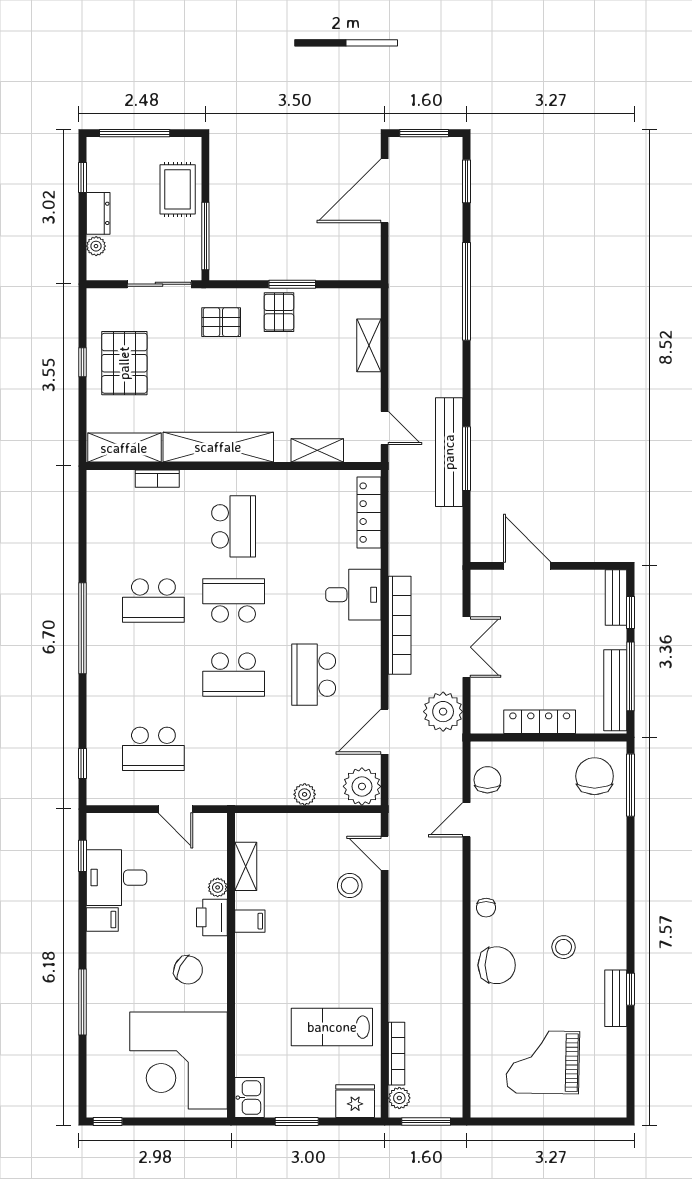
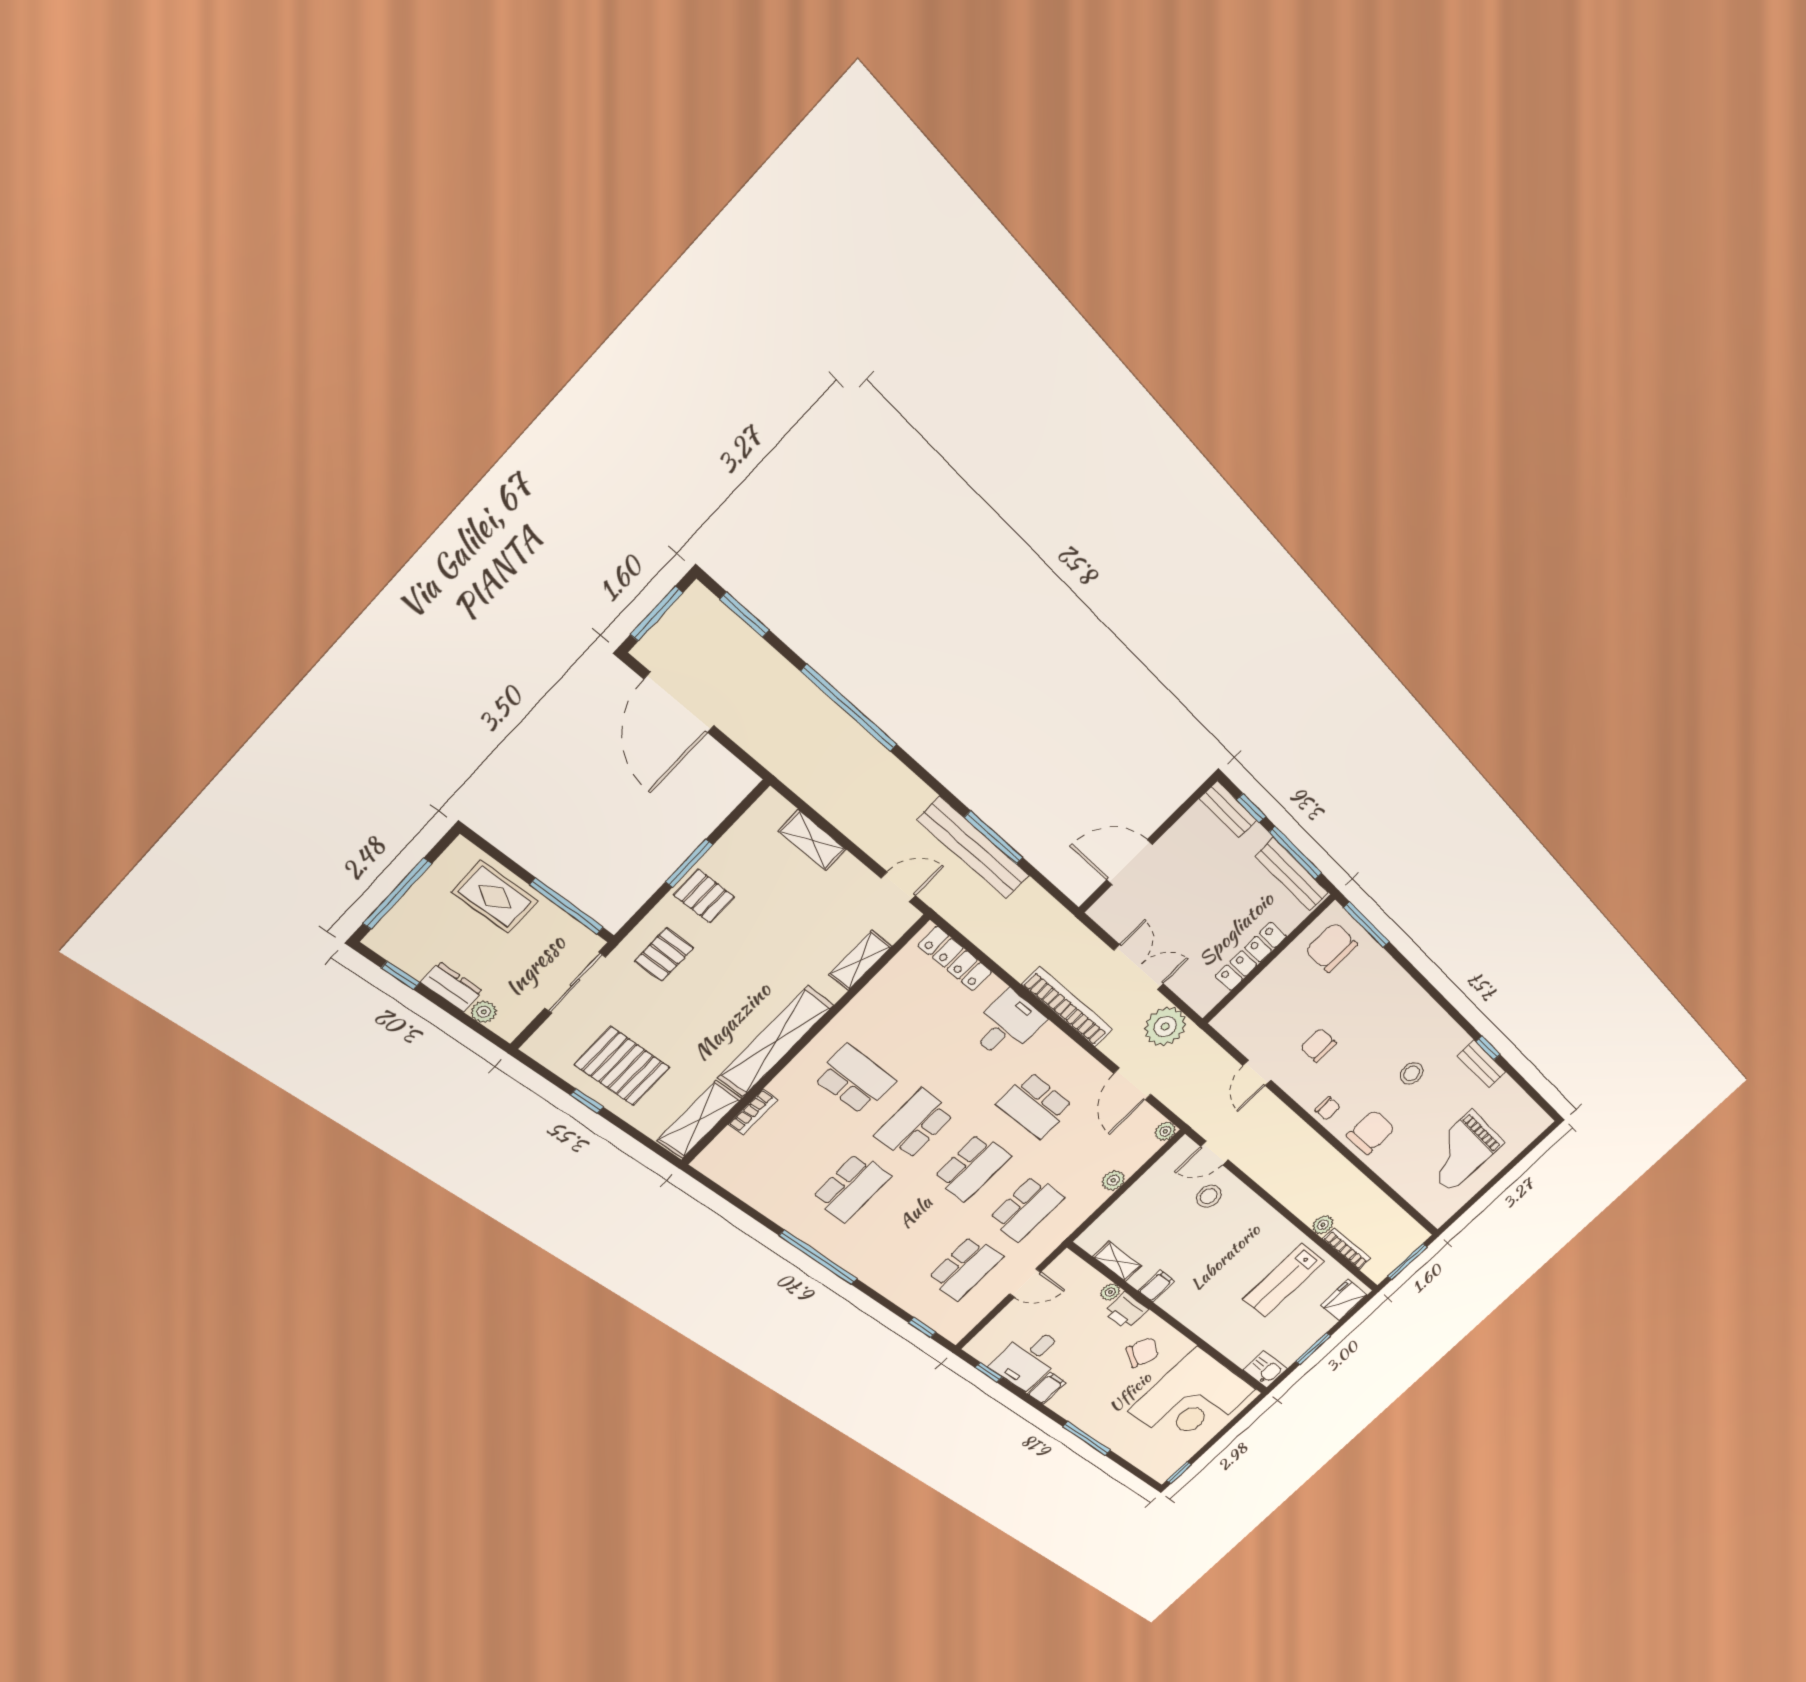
school desk: (234, 749) -> (1026, 1209), added
chair: (487, 780) -> (1318, 1045), moved
plant: (362, 786) -> (1165, 1131), width x0.53, depth x0.53
plant: (399, 1098) -> (1323, 1225), moved

